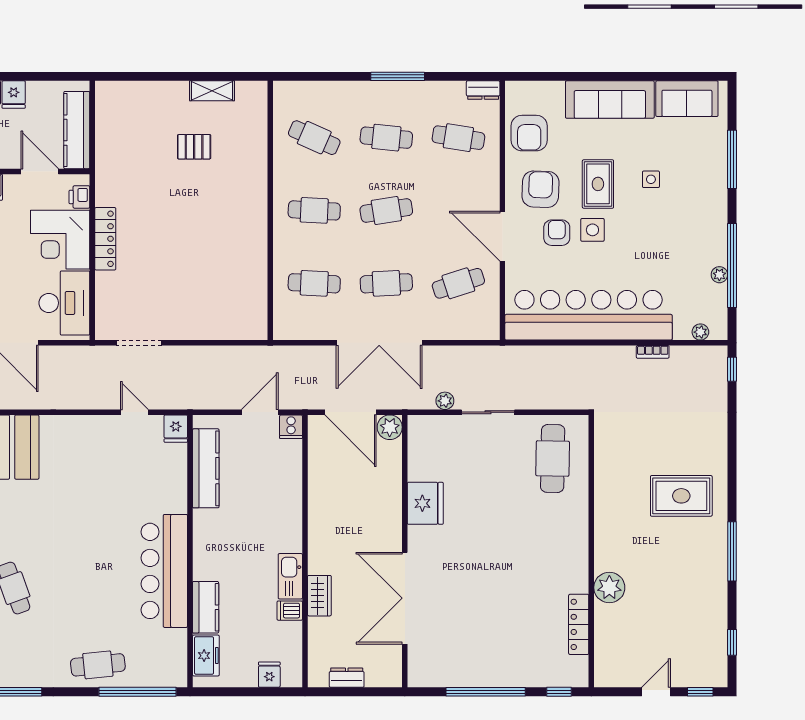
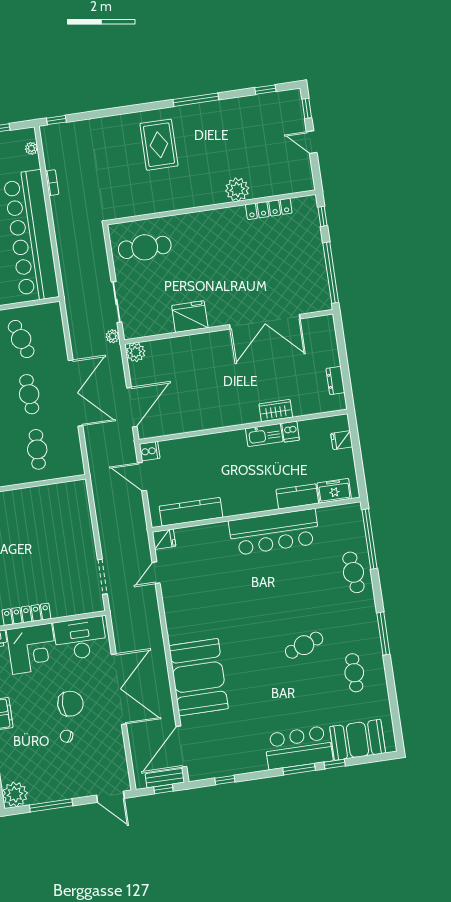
plant: (390, 427) -> (136, 352), moved
fridge: (425, 503) -> (190, 317), moved
wall: (405, 551) -> (229, 327), moved
double door: (405, 598) -> (265, 322), moved

